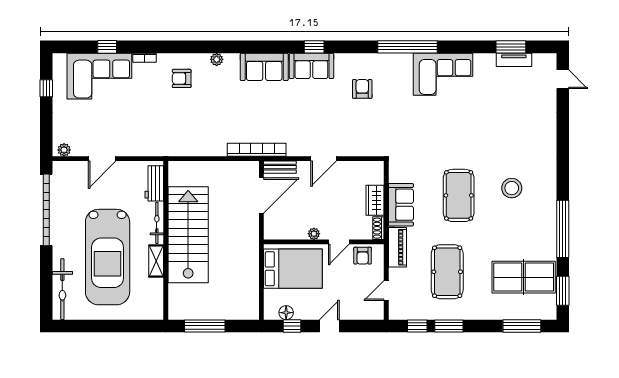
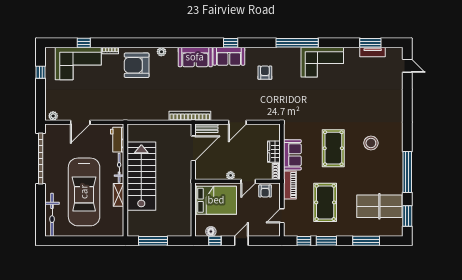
armchair: (182, 78) -> (137, 65), width x1.88, depth x1.88
window: (522, 326) -> (366, 241), moved

